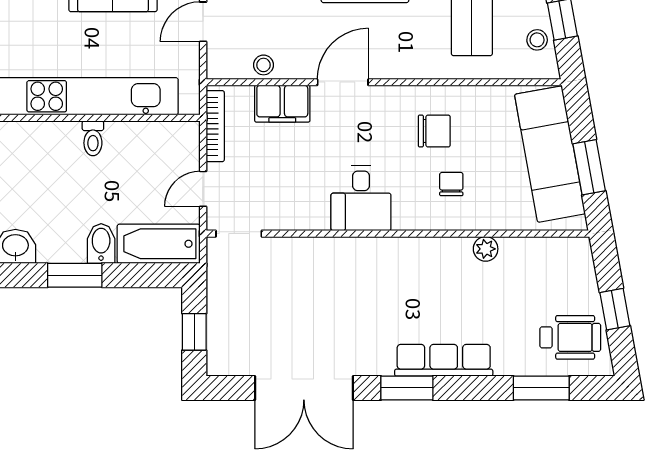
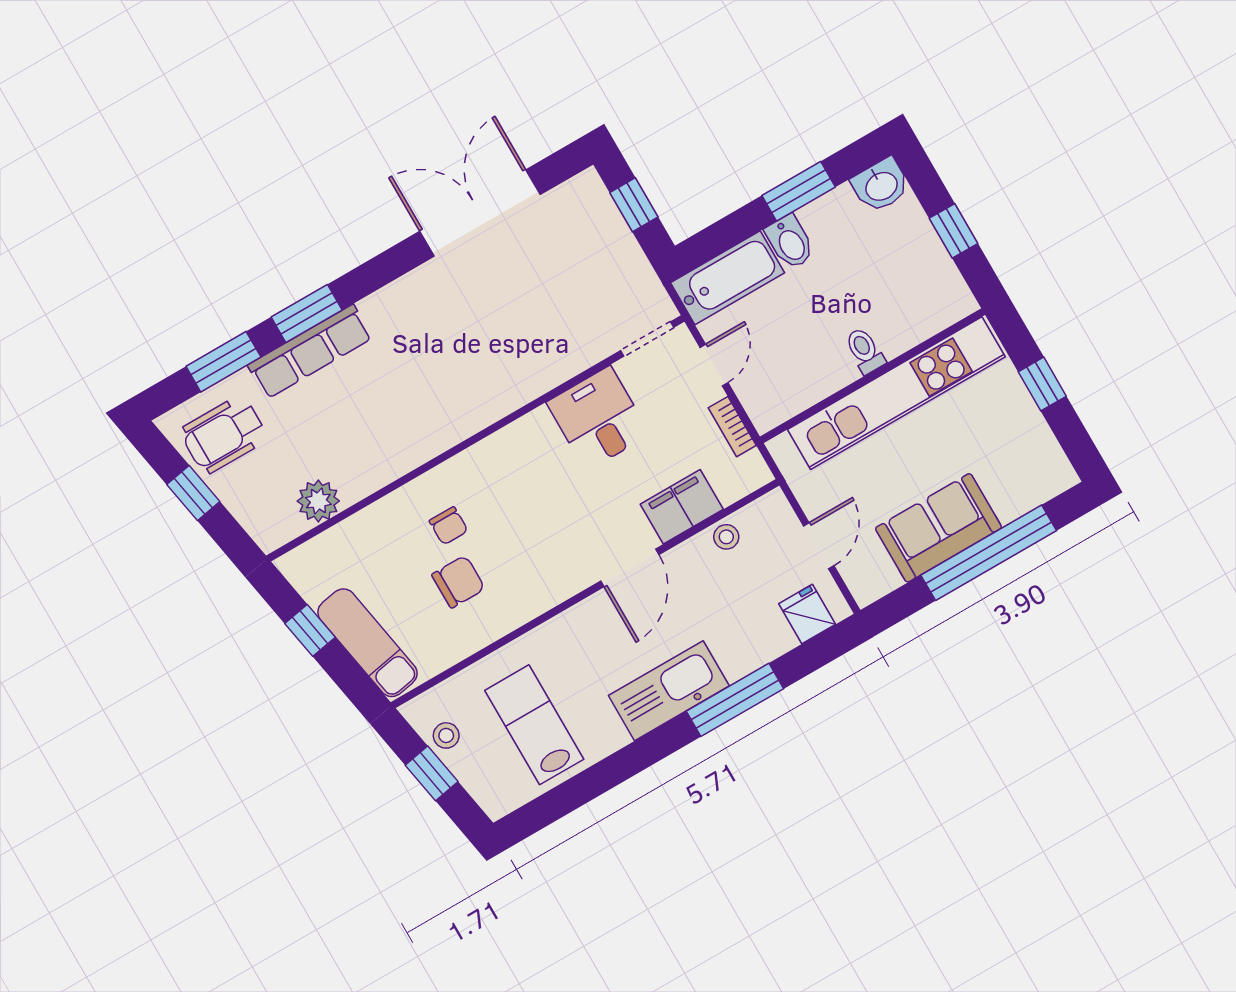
bookcase: (215, 126) -> (732, 427), width x0.64
chair: (434, 131) -> (458, 582), moved, turned 180
exam couch: (550, 154) -> (367, 643), width x0.73, depth x0.69
window: (589, 167) -> (310, 630), width x0.67
desk: (361, 198) -> (598, 418), moved
plant: (486, 249) -> (318, 501), moved, width x1.38, depth x1.38
row of seats: (444, 360) -> (310, 352), moved
window: (407, 388) -> (307, 313), moved

